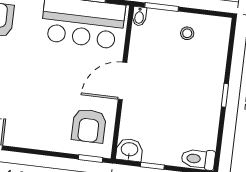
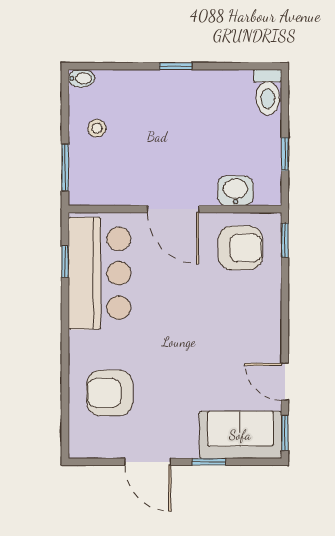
bidet: (139, 16) -> (81, 78), moved
washbasin: (129, 150) -> (235, 191), moved, turned 90

